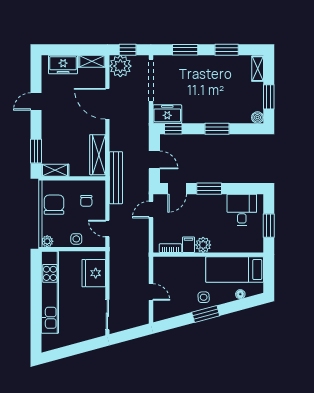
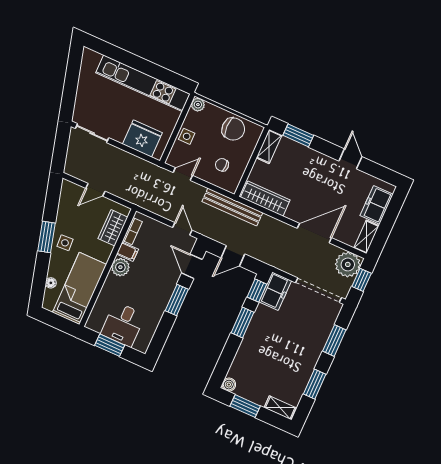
window: (217, 129) -> (242, 322), moved
desk: (242, 210) -> (123, 324), moved, turned 90
wardrobe: (175, 265) -> (113, 228), added

